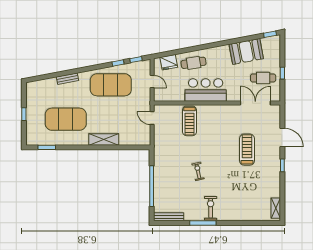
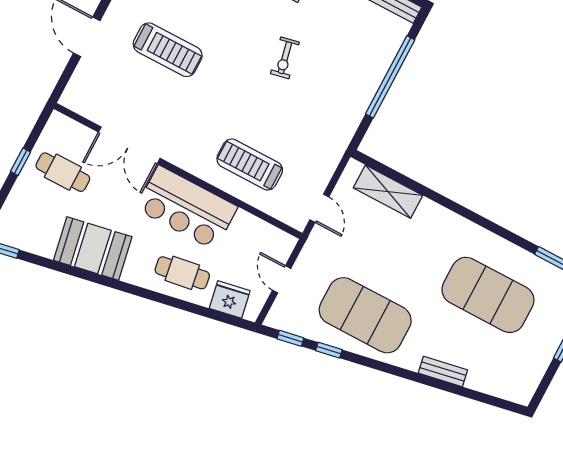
booth: (246, 51) -> (93, 249), moved
double door: (255, 103) -> (129, 145), moved
treadmill: (189, 121) -> (250, 164), turned -90
shelving: (104, 139) -> (388, 192), moved
treadmill: (247, 150) -> (168, 50), turned -90

